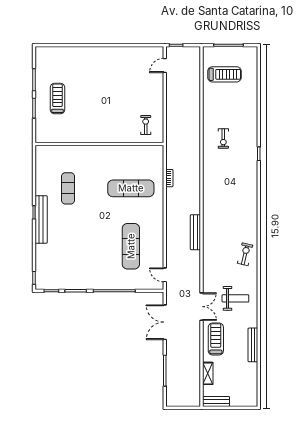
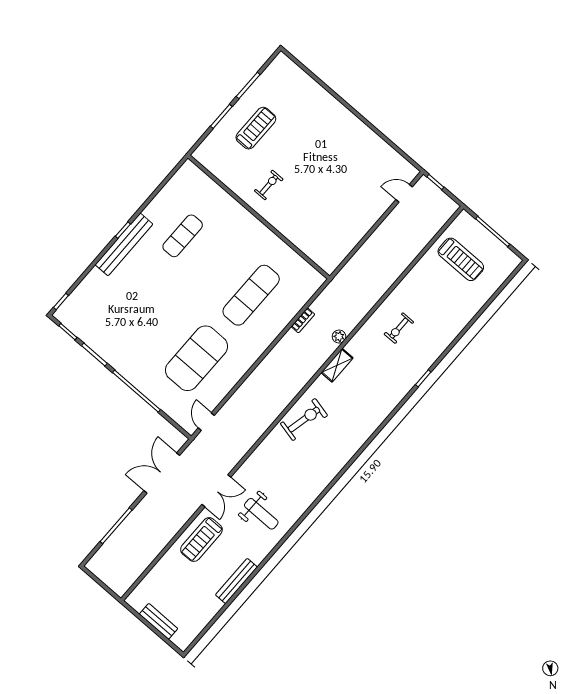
exercise bike: (146, 125) -> (269, 185), moved
plant: (196, 170) -> (339, 337), added
exercise mat: (131, 188) -> (251, 295), turned 90
bench: (195, 232) -> (280, 404), removed
exercise mat: (131, 246) -> (197, 358), width x1.47
exercise bike: (245, 254) -> (304, 419), moved, width x1.38, depth x1.39
treadmill: (216, 339) -> (201, 540), turned 180
shelving: (208, 373) -> (337, 365), moved
bench: (216, 401) -> (159, 621), moved

